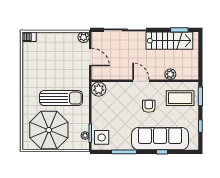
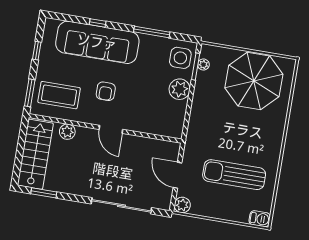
stairs: (169, 41) -> (35, 154), moved, turned 90
plant: (99, 89) -> (180, 89), moved
sun lounger: (61, 98) -> (234, 175), moved

